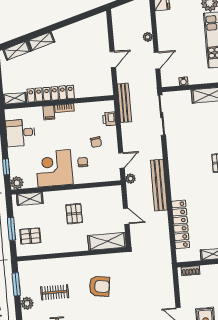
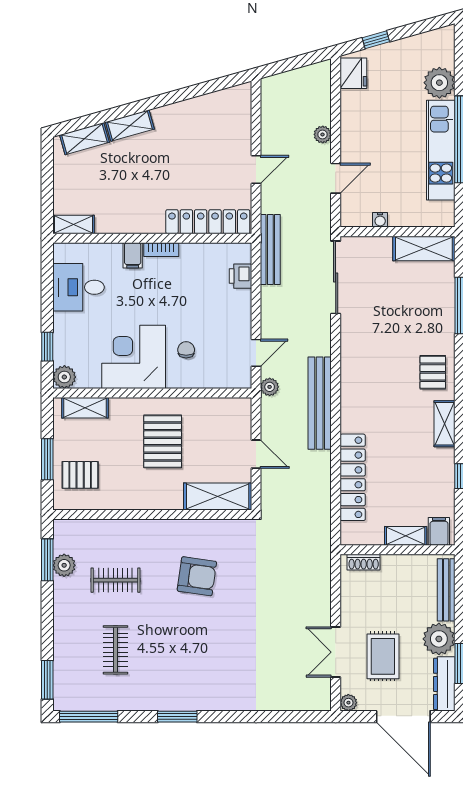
locker: (51, 94) -> (208, 222), moved
chair: (96, 142) -> (213, 316), removed
pallet: (74, 214) -> (163, 441), width x1.50, depth x1.42
plant: (27, 303) -> (64, 565), moved

